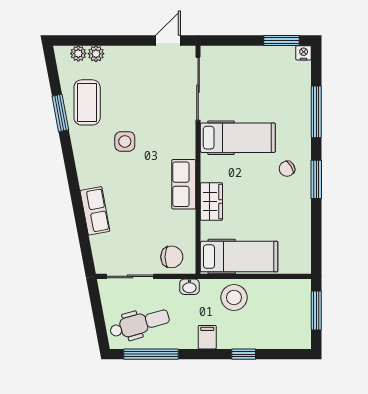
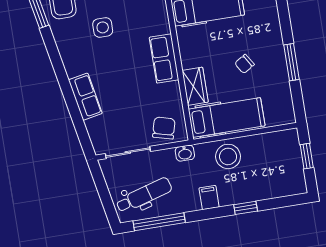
chair: (287, 169) -> (244, 64), moved
window: (316, 179) -> (292, 62), moved
wardrobe: (211, 202) -> (195, 86), moved
chair: (172, 257) -> (164, 128), turned -75
window: (316, 310) -> (307, 156), width x0.67

